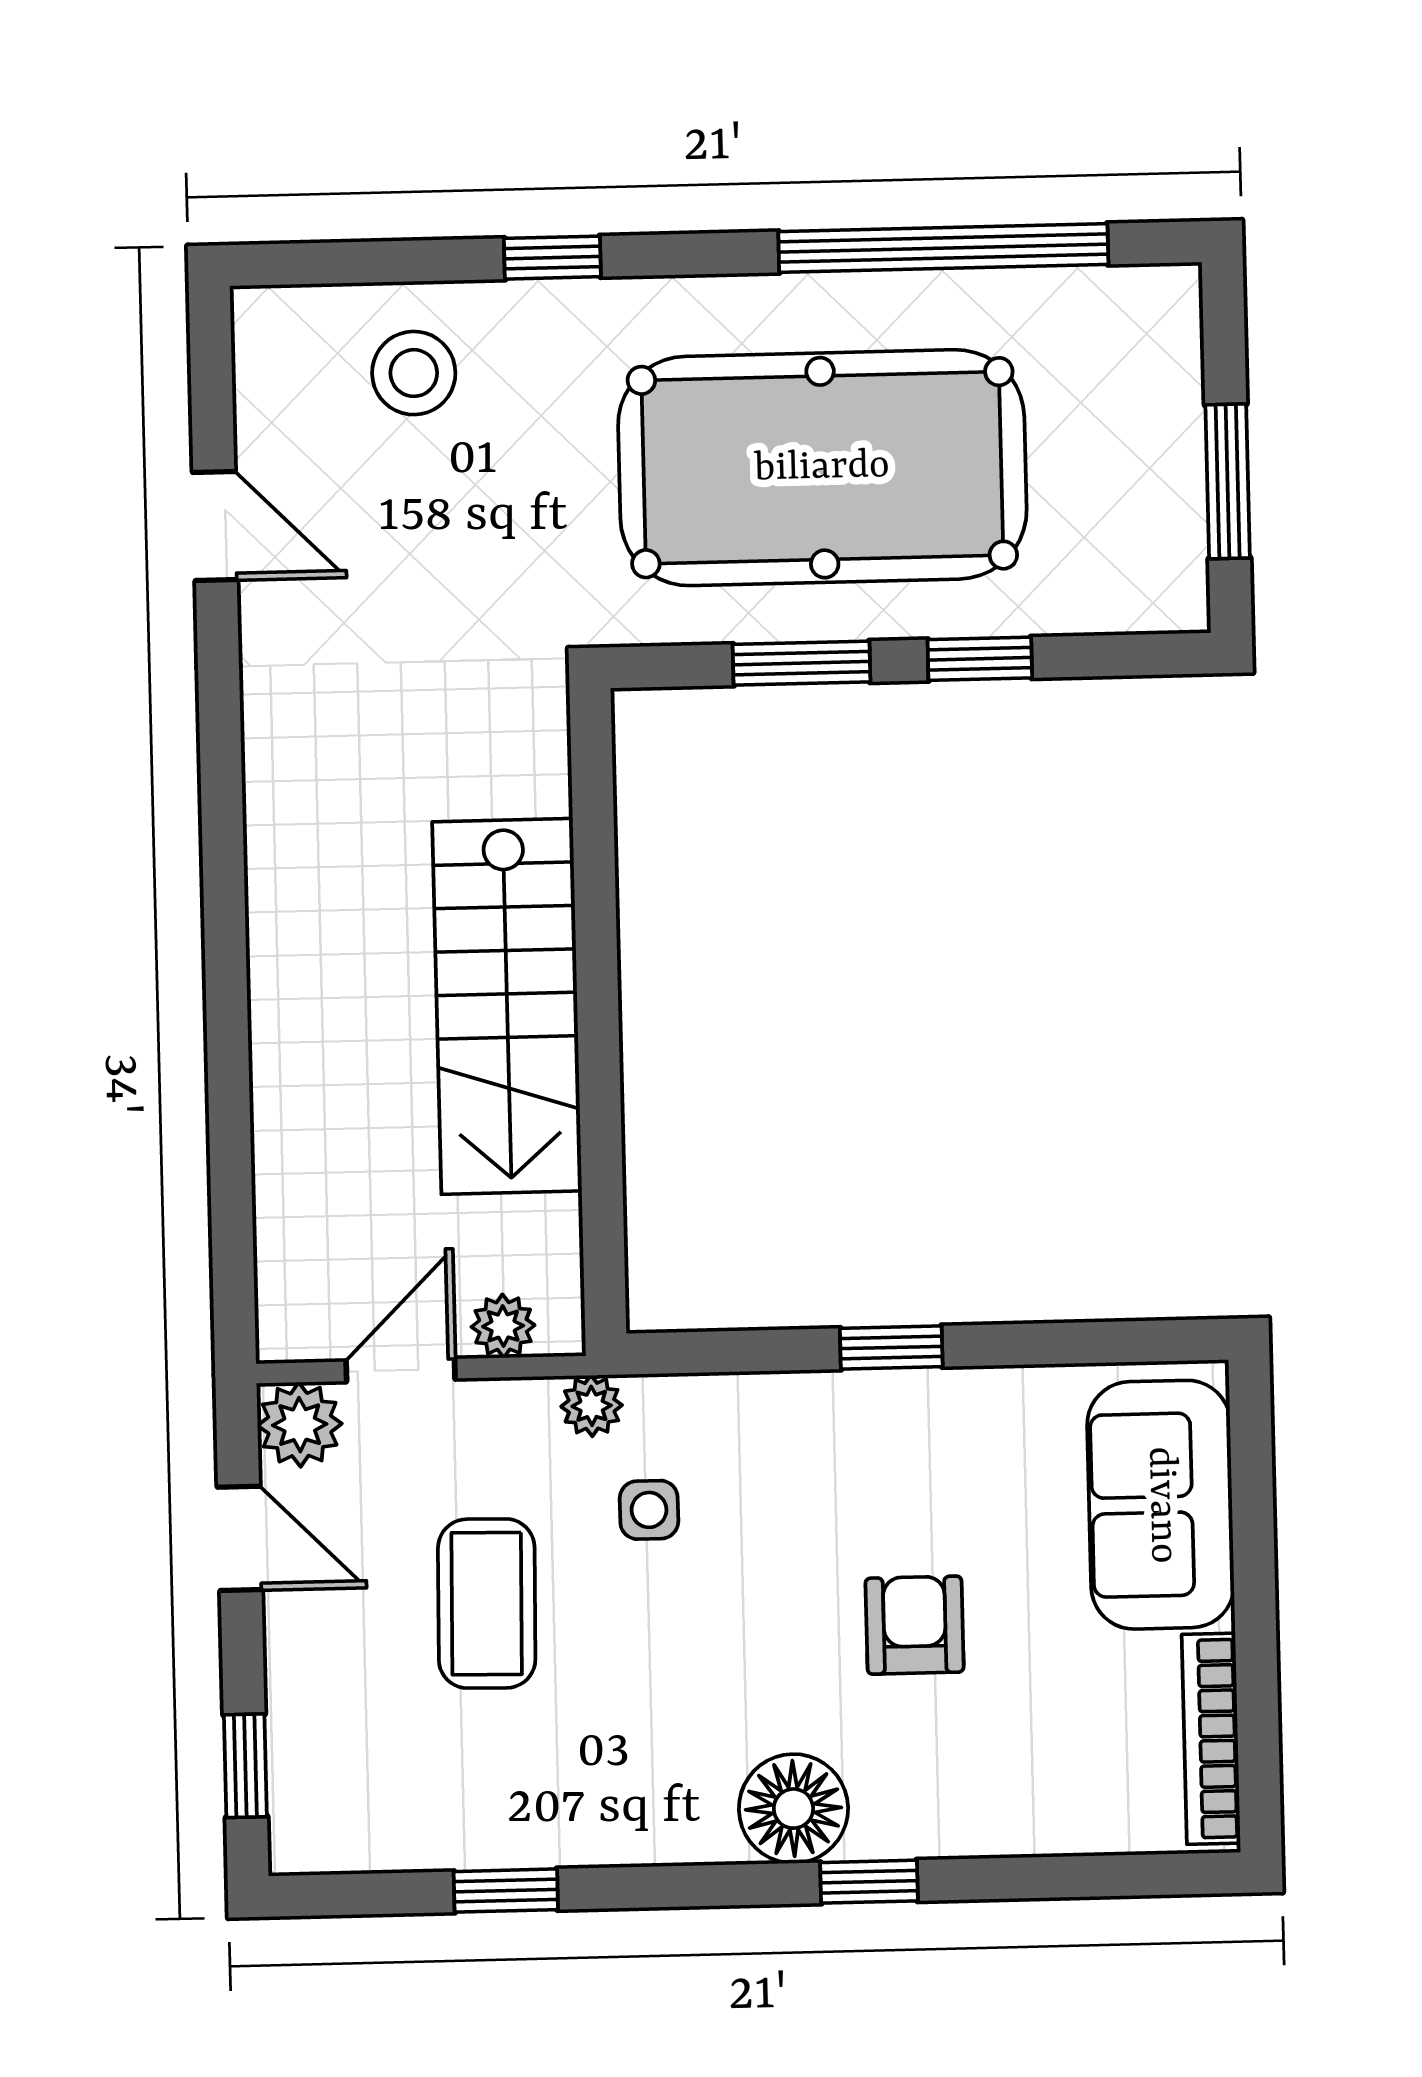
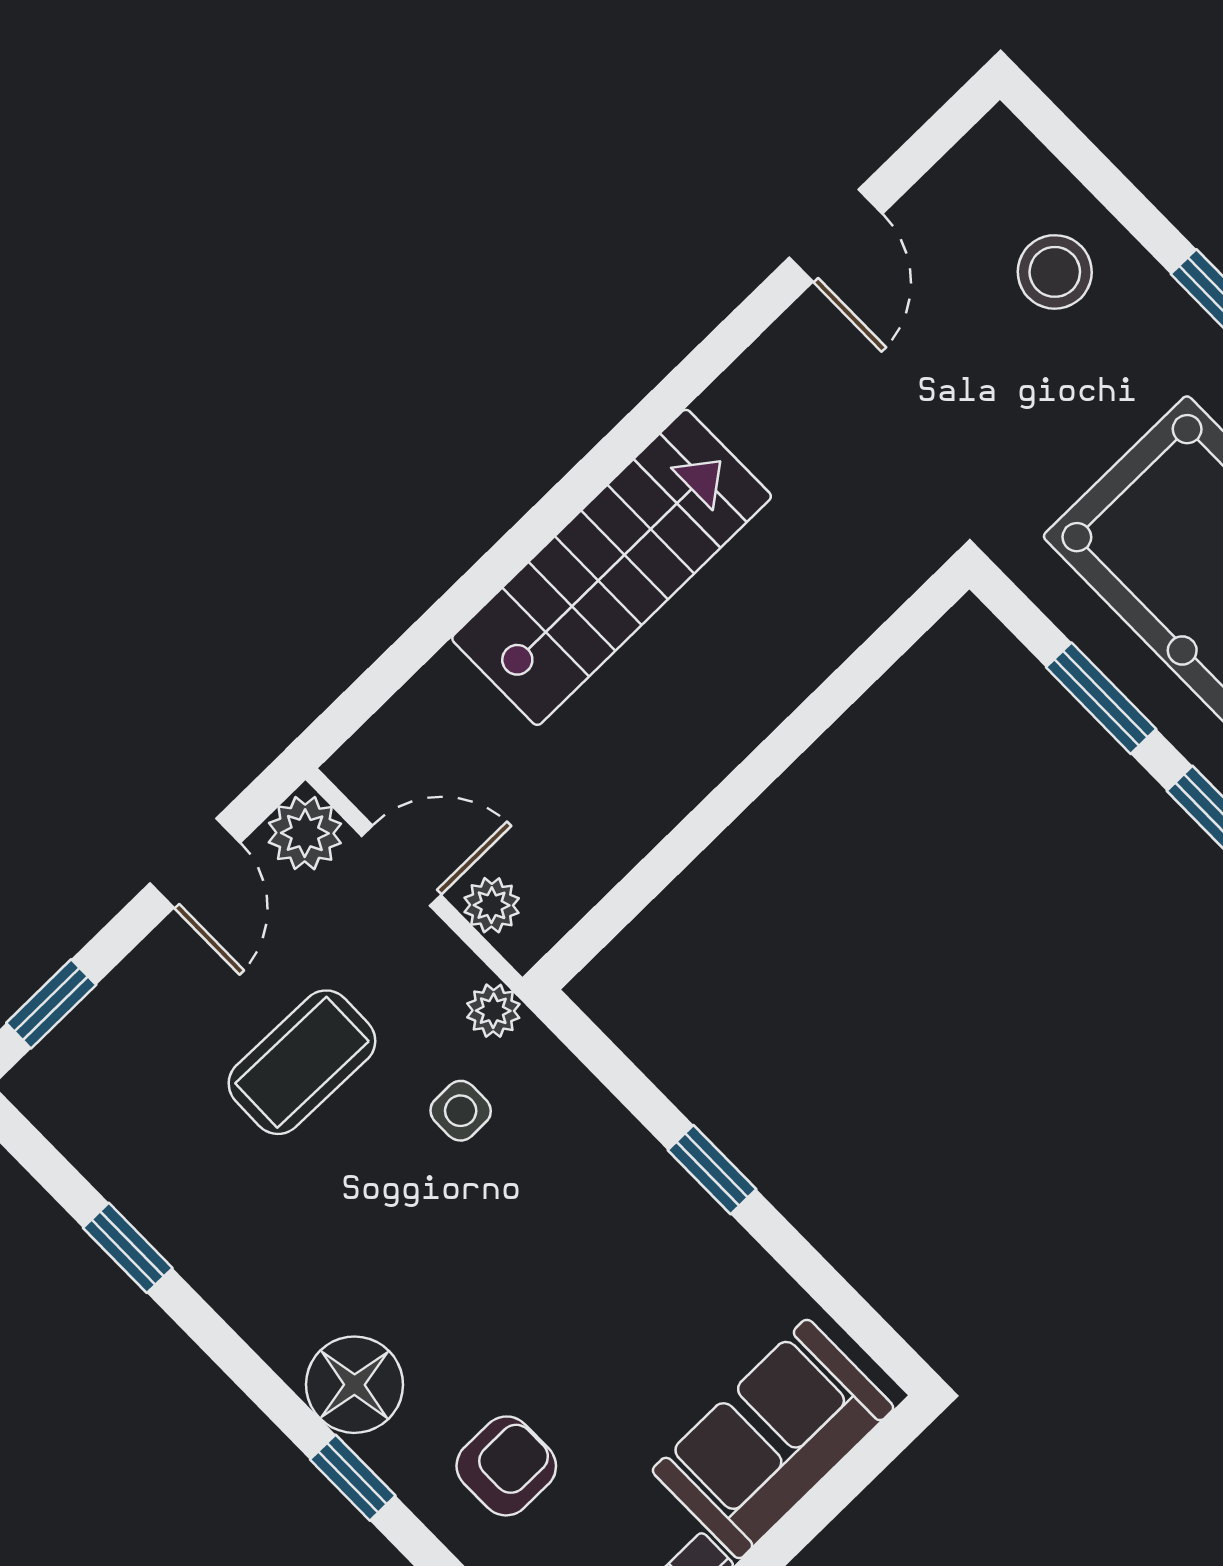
stairs: (507, 1006) -> (612, 567), moved, turned 180
armchair: (915, 1625) -> (506, 1466), moved

